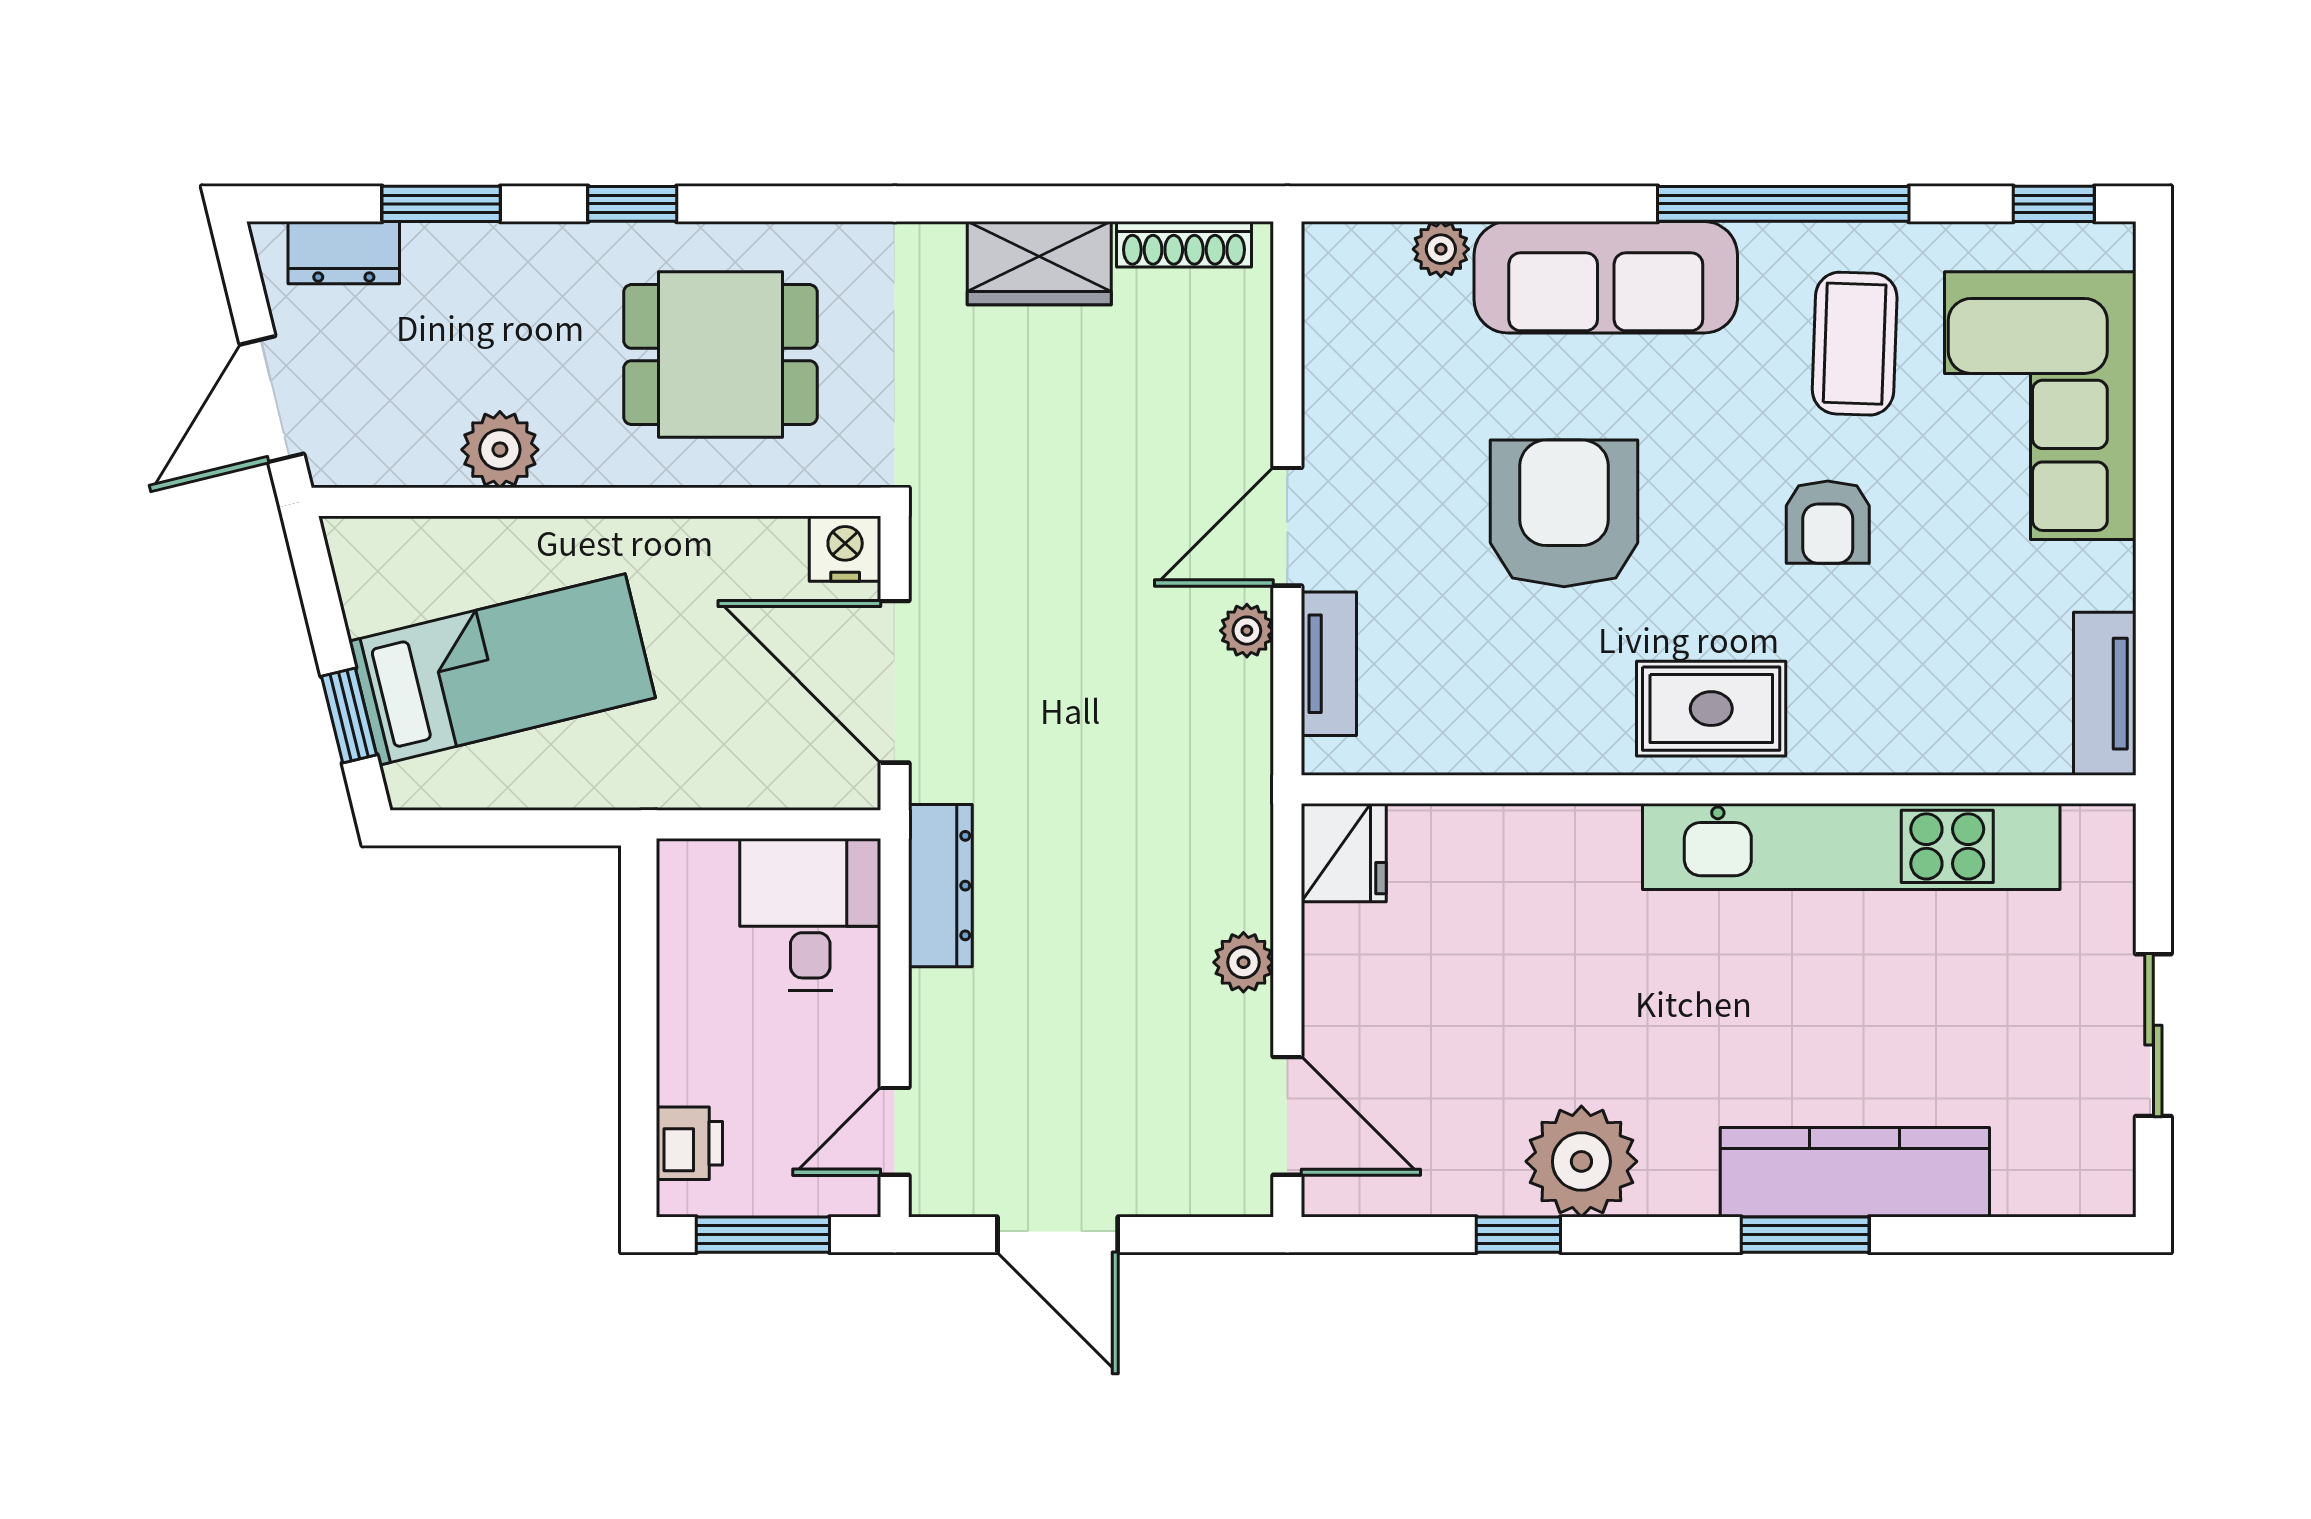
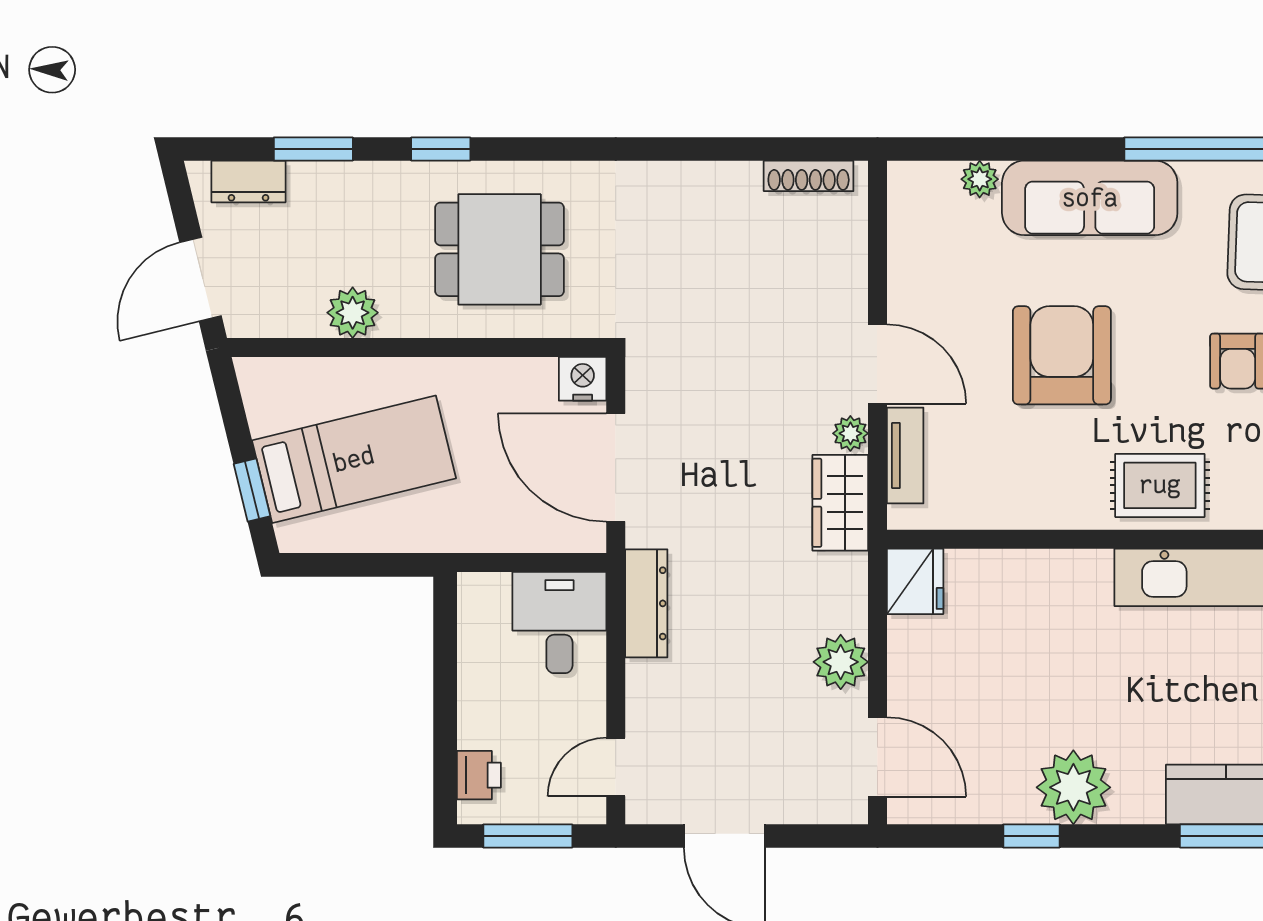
wardrobe: (1039, 263) -> (840, 503), moved, turned 90
door: (1287, 527) -> (877, 364), swing flipped
plant: (1243, 962) -> (841, 662), width x1.38, depth x1.38

